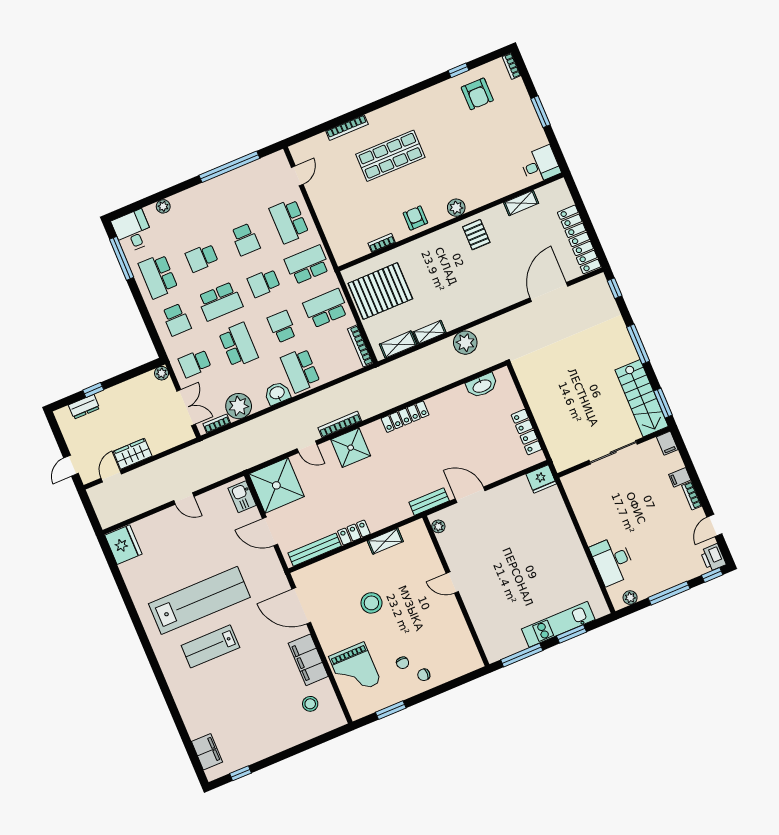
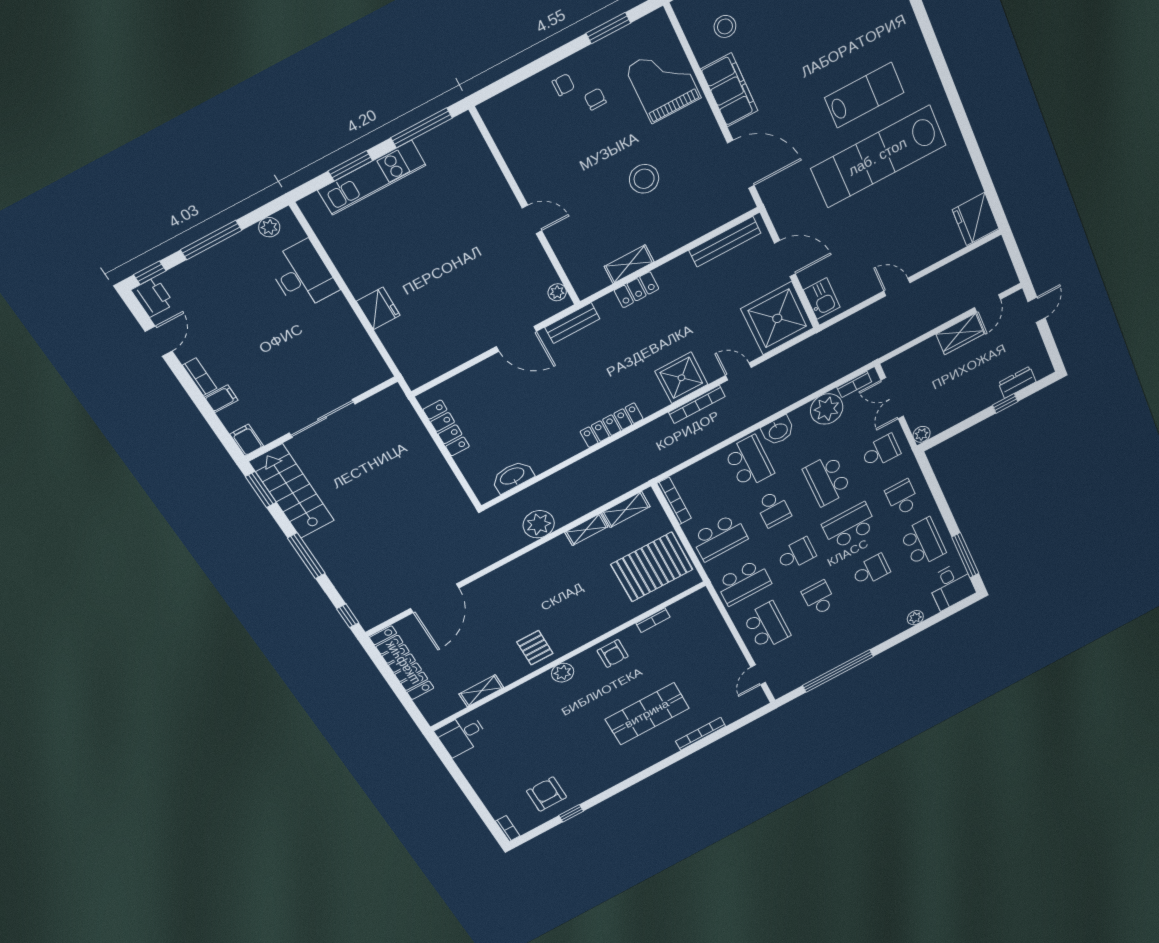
window: (540, 112) -> (467, 789), removed
fridge: (541, 479) -> (378, 308), moved, turned 90
locker: (354, 533) -> (637, 290), moved

